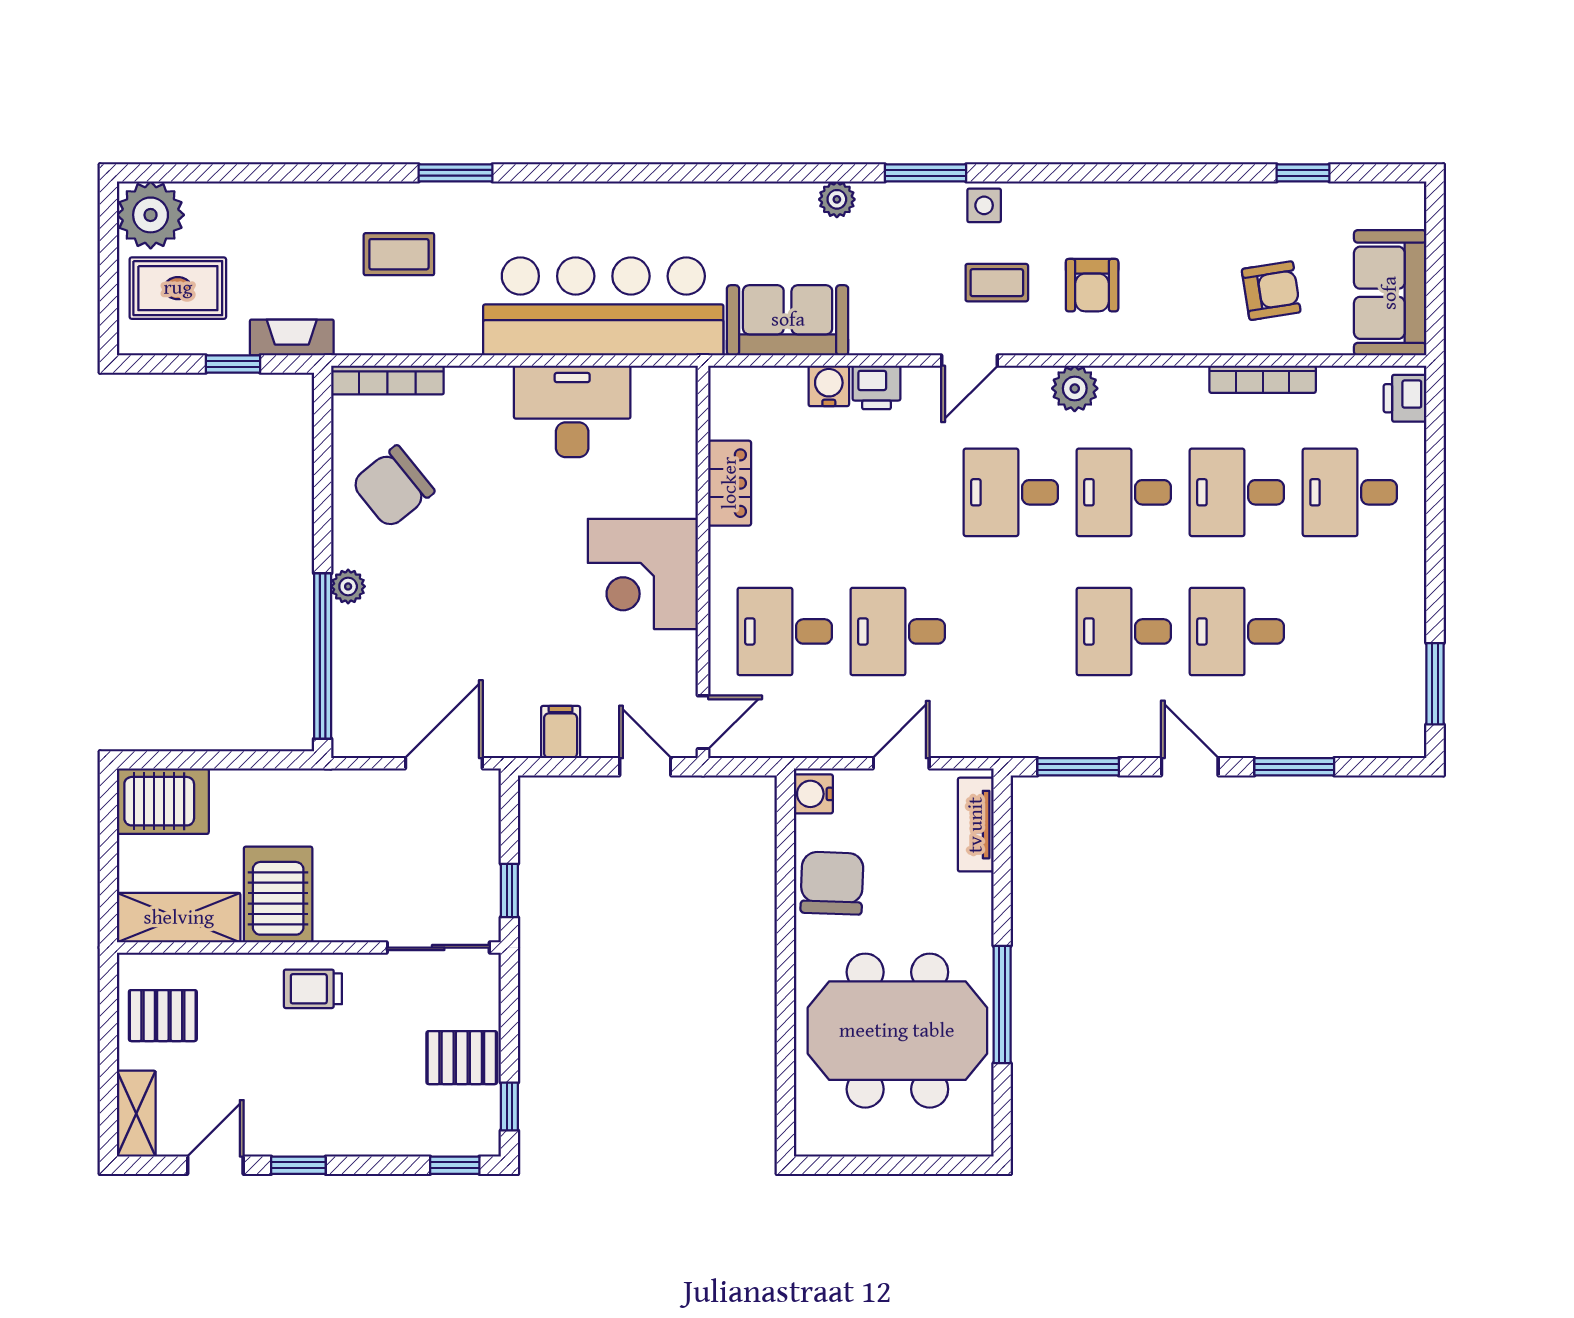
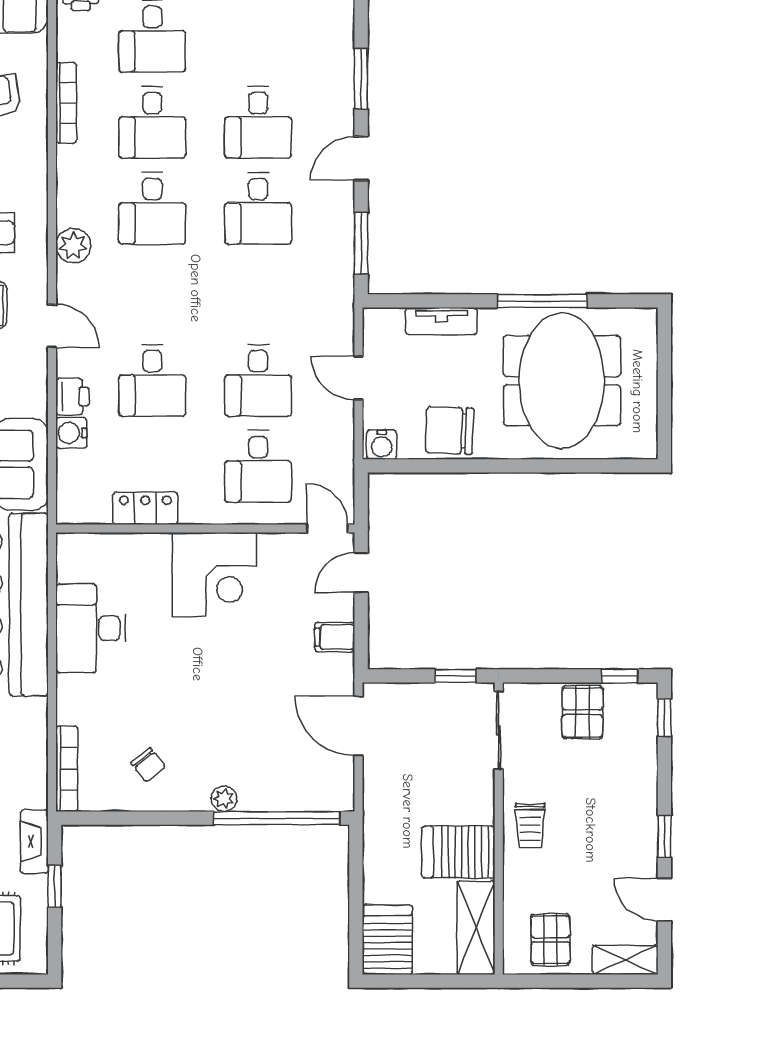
chair: (393, 487) -> (148, 765), width x0.54, depth x0.54
desk: (1011, 492) -> (152, 380), moved
tv unit: (976, 825) -> (441, 321), moved

